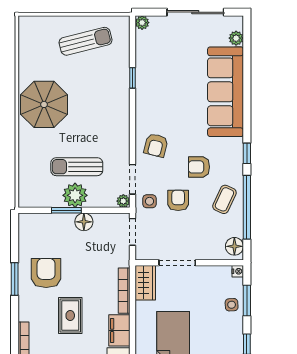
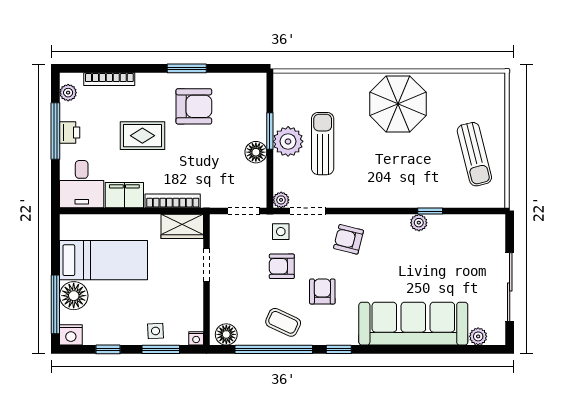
plant: (142, 23) -> (419, 223), moved
armchair: (178, 200) -> (282, 266), turned 180
doorway: (177, 263) -> (206, 265), width x0.73

